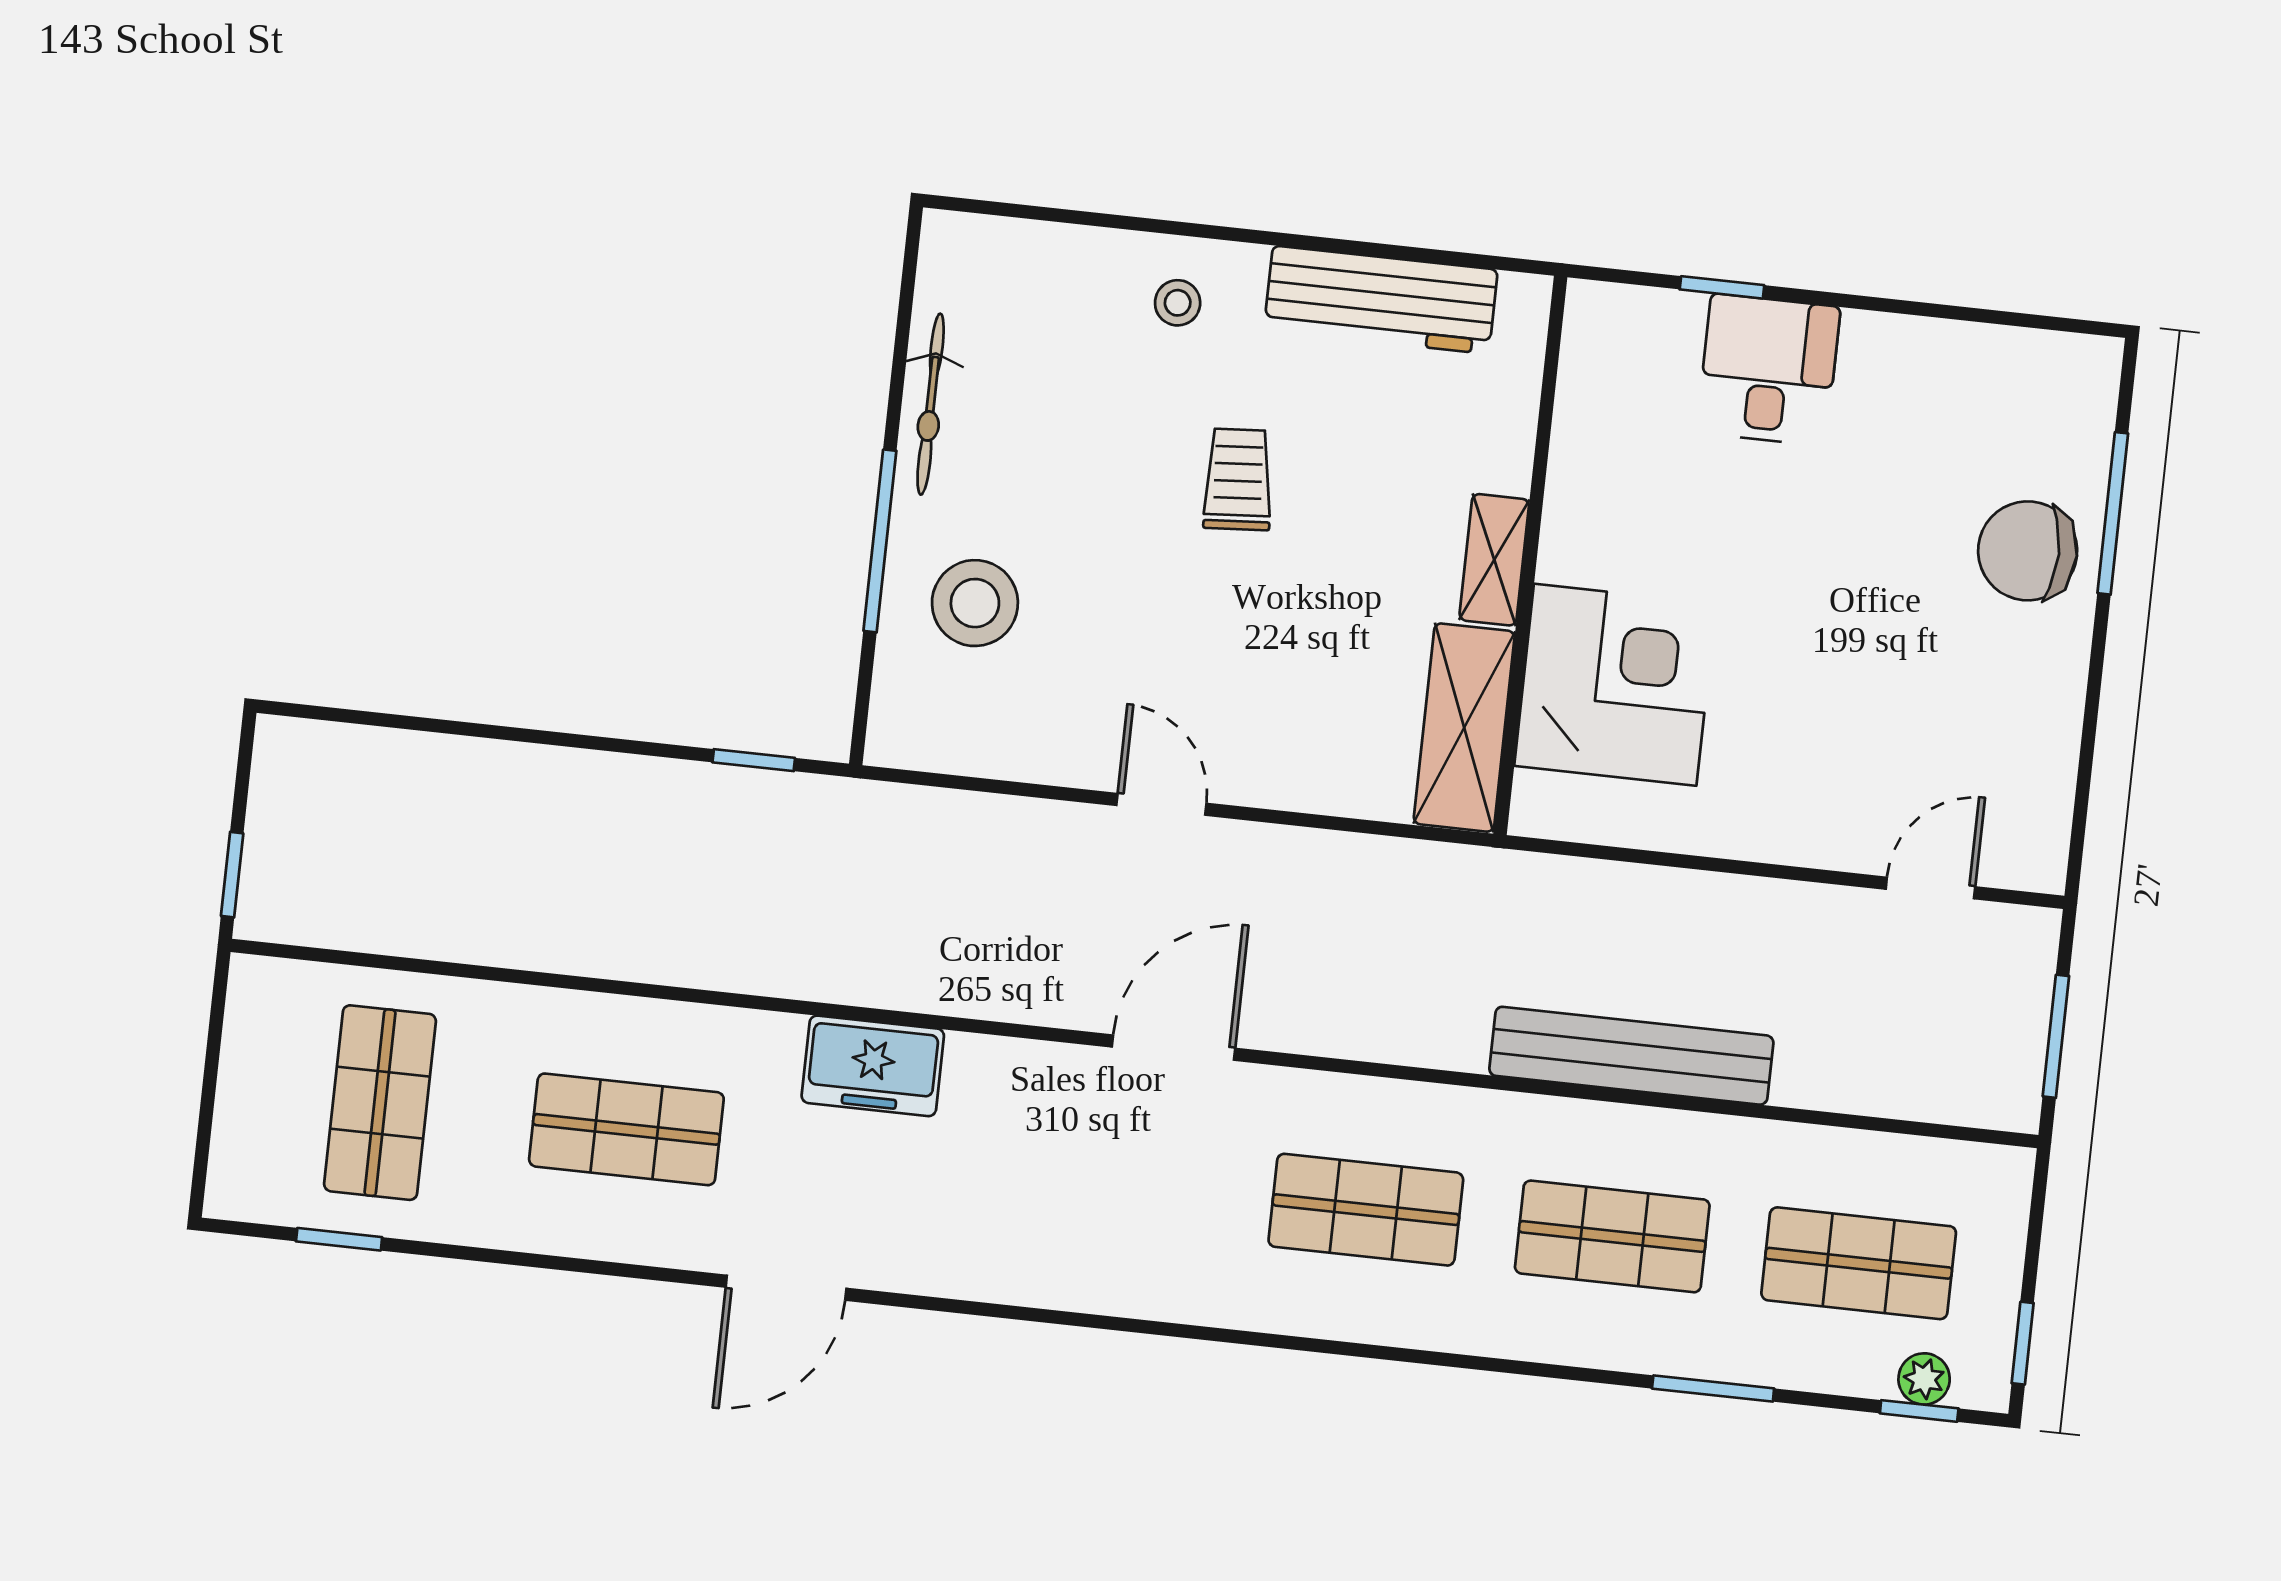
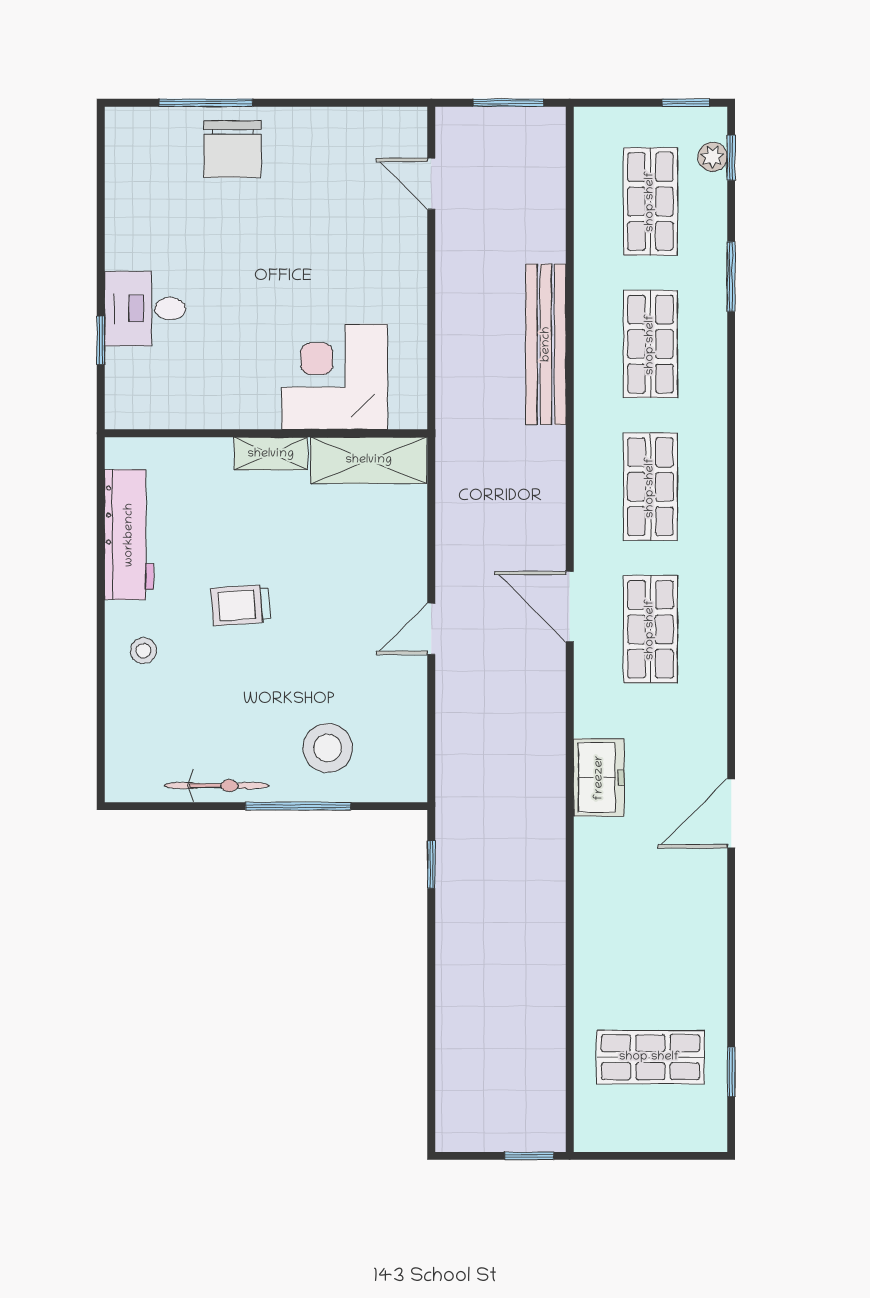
shop shelf: (626, 1129) -> (650, 629), moved
door: (786, 1288) -> (731, 813), swing flipped

